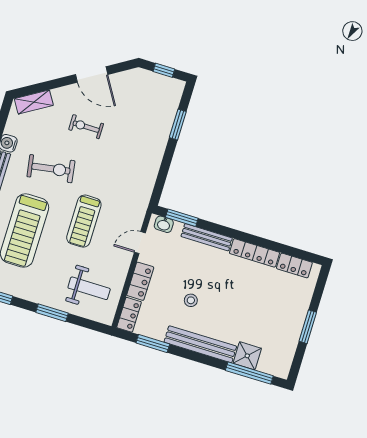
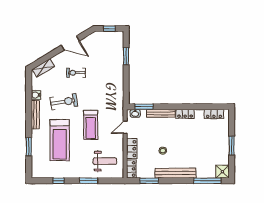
locker: (254, 253) -> (185, 114), width x0.66
shower: (247, 356) -> (222, 172), moved

